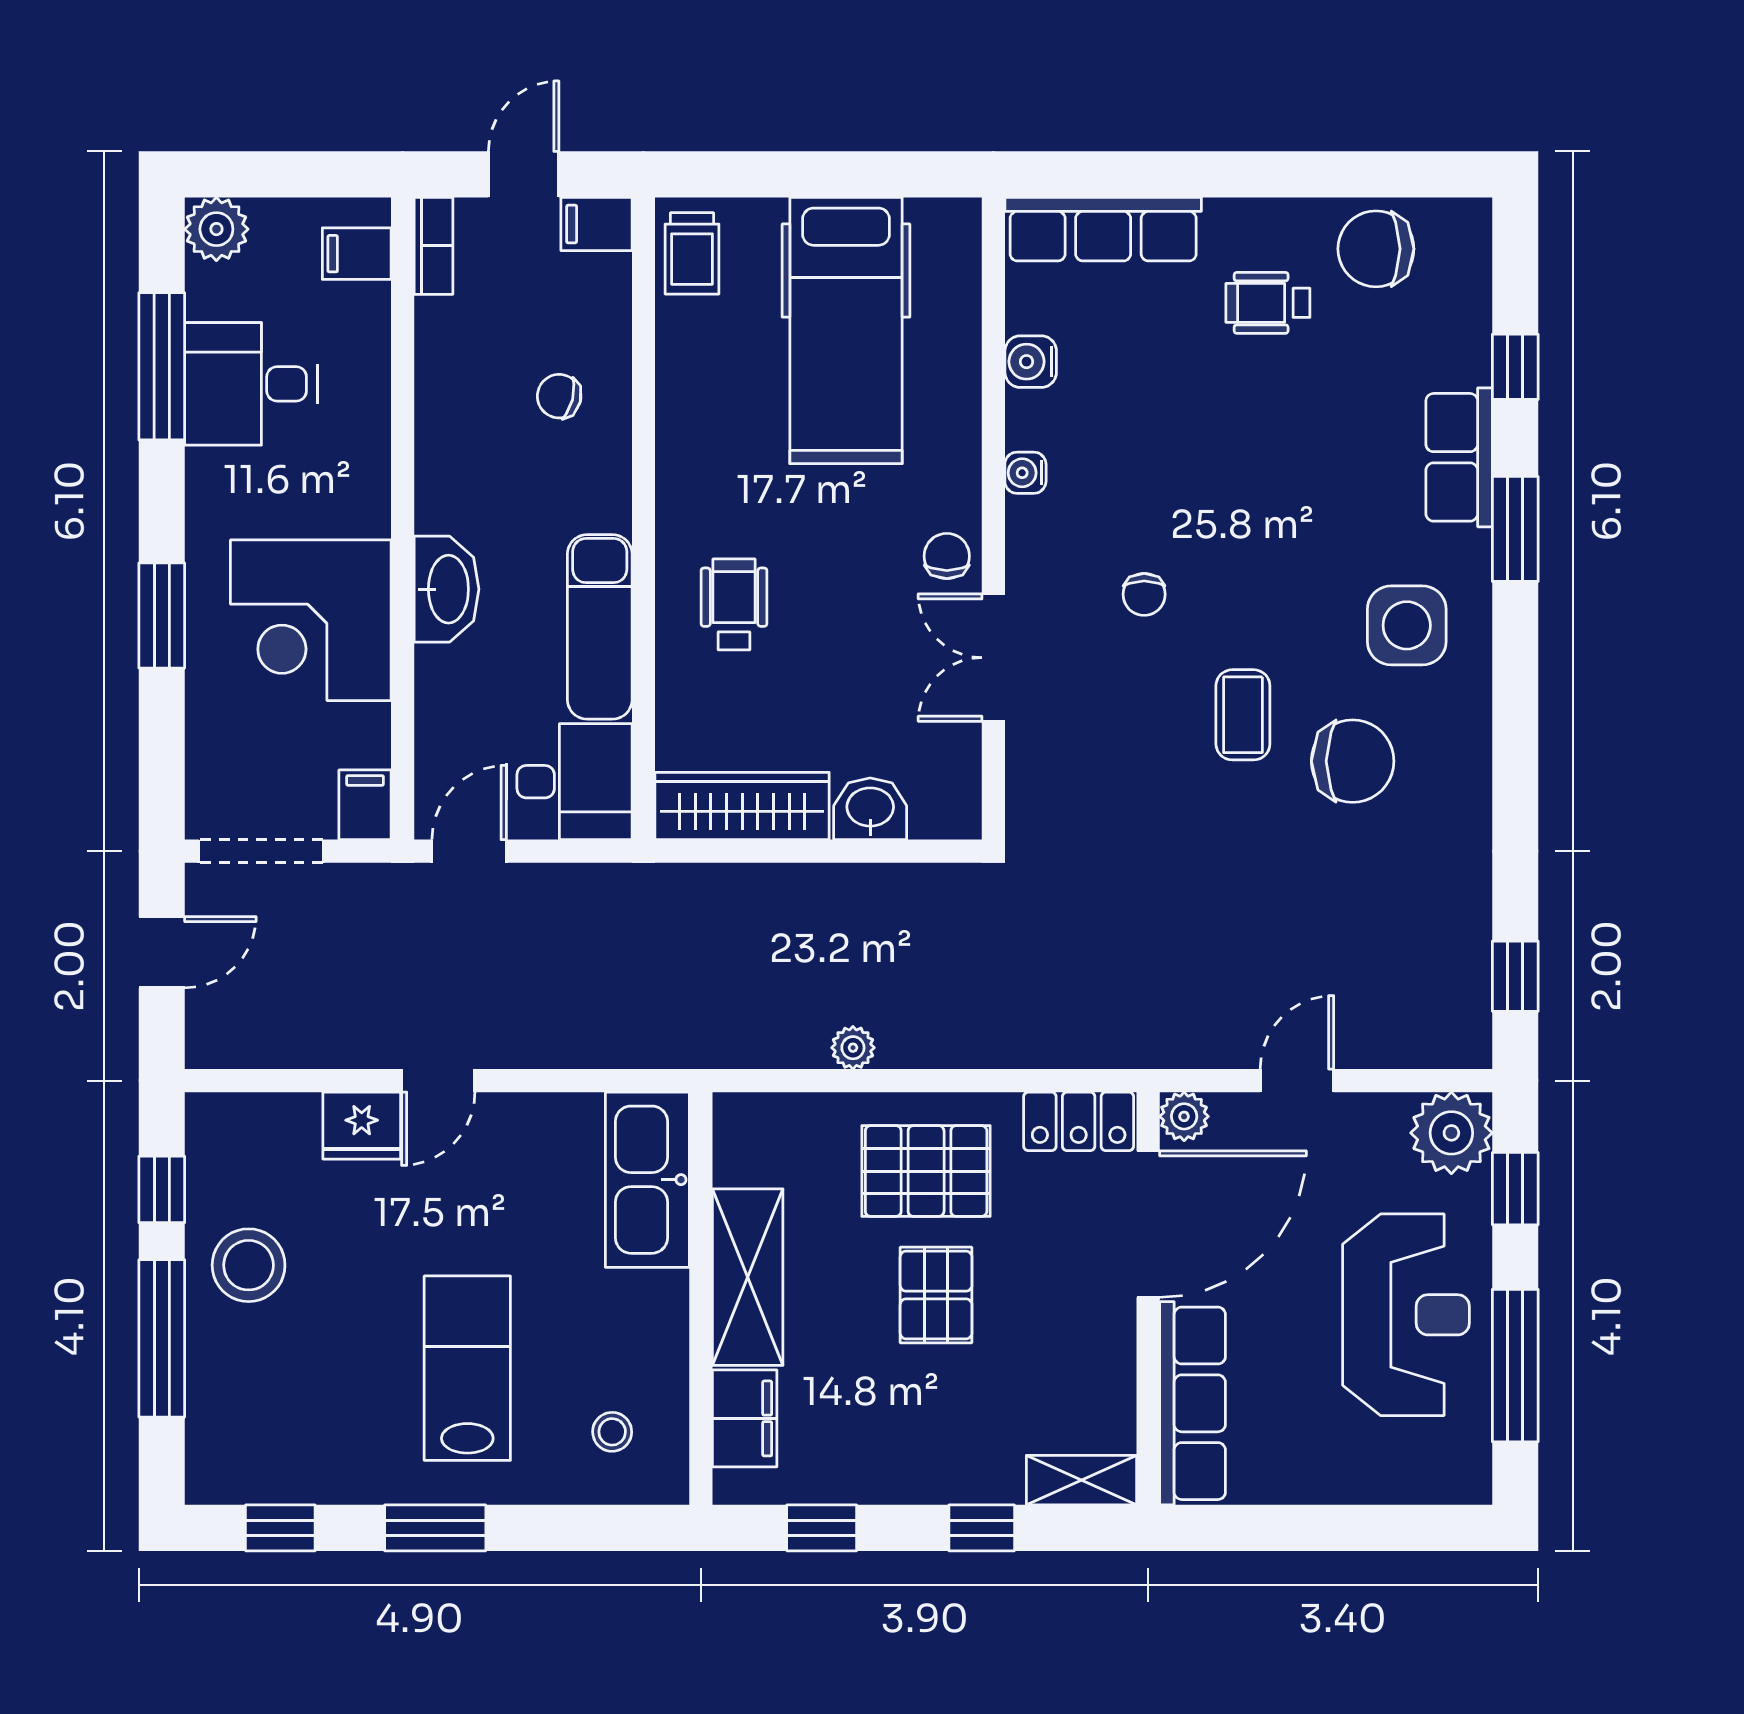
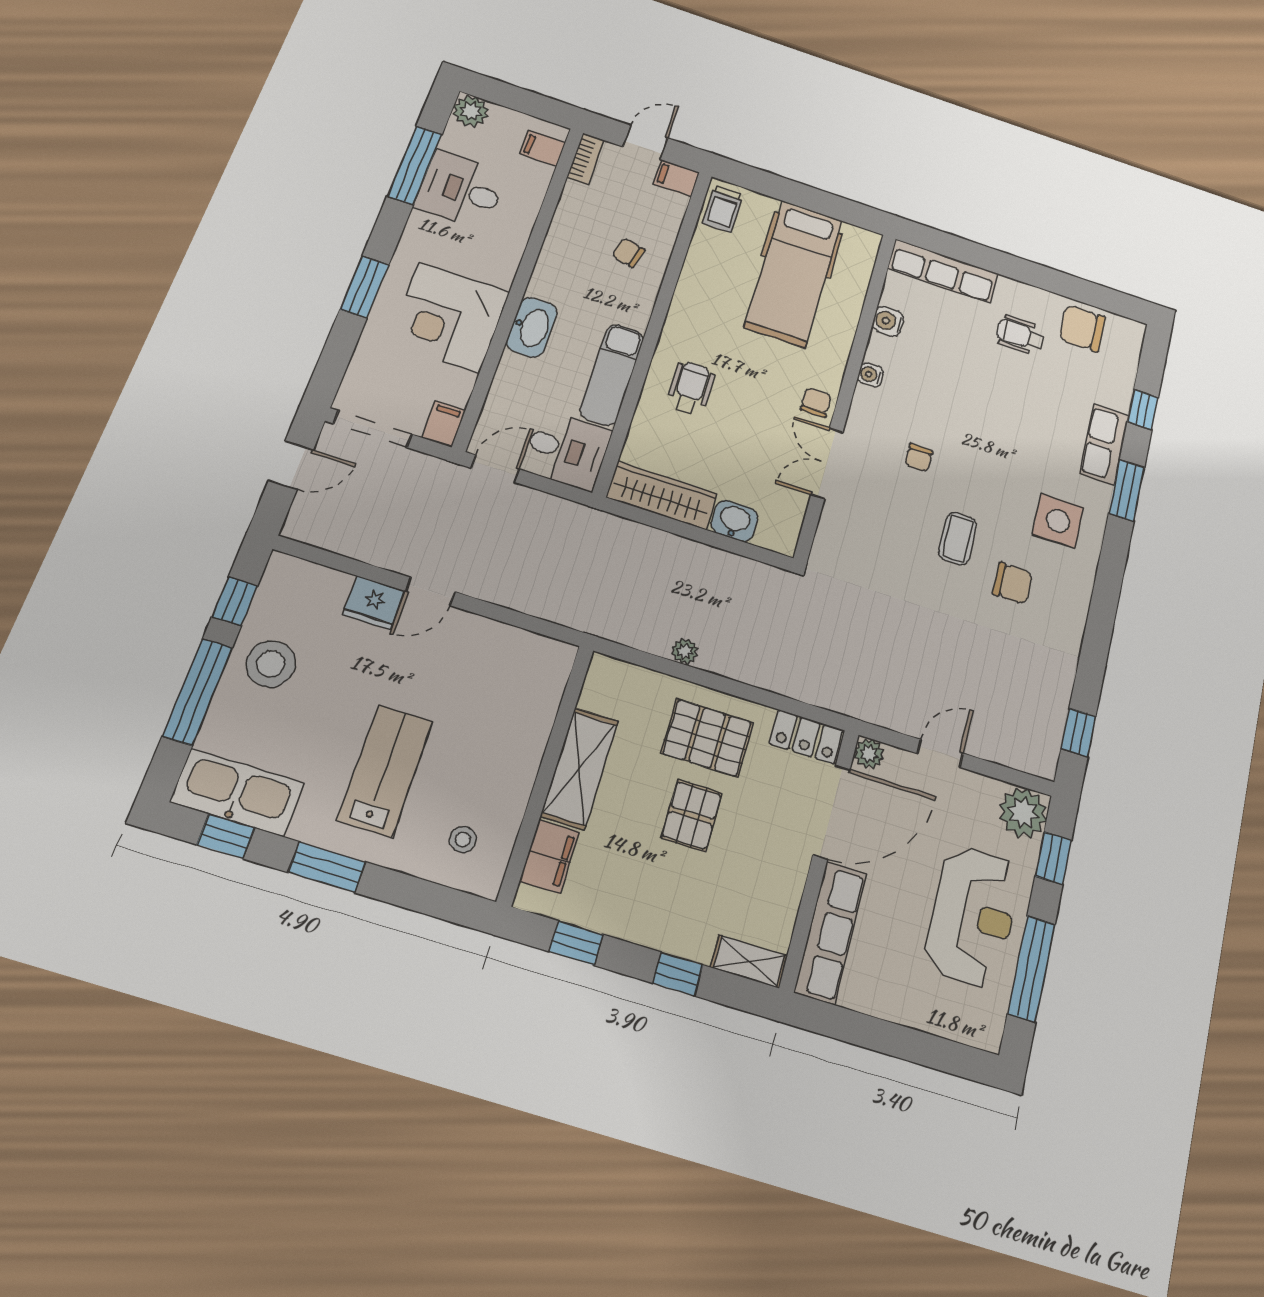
chair: (1353, 761) -> (1013, 583), width x0.73, depth x0.73
kitchen sink: (647, 1180) -> (237, 792), moved, turned 90

